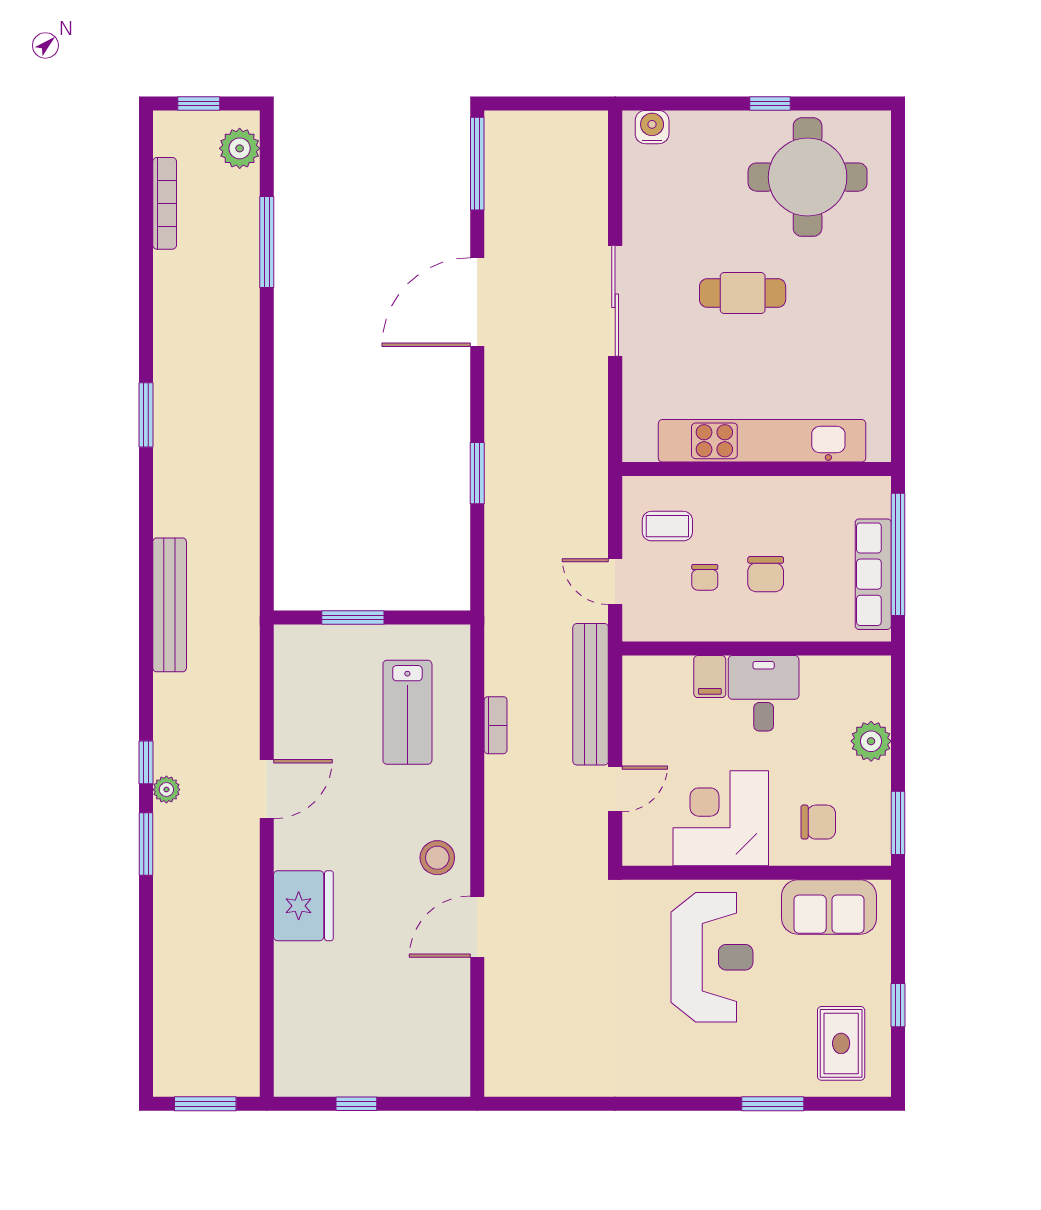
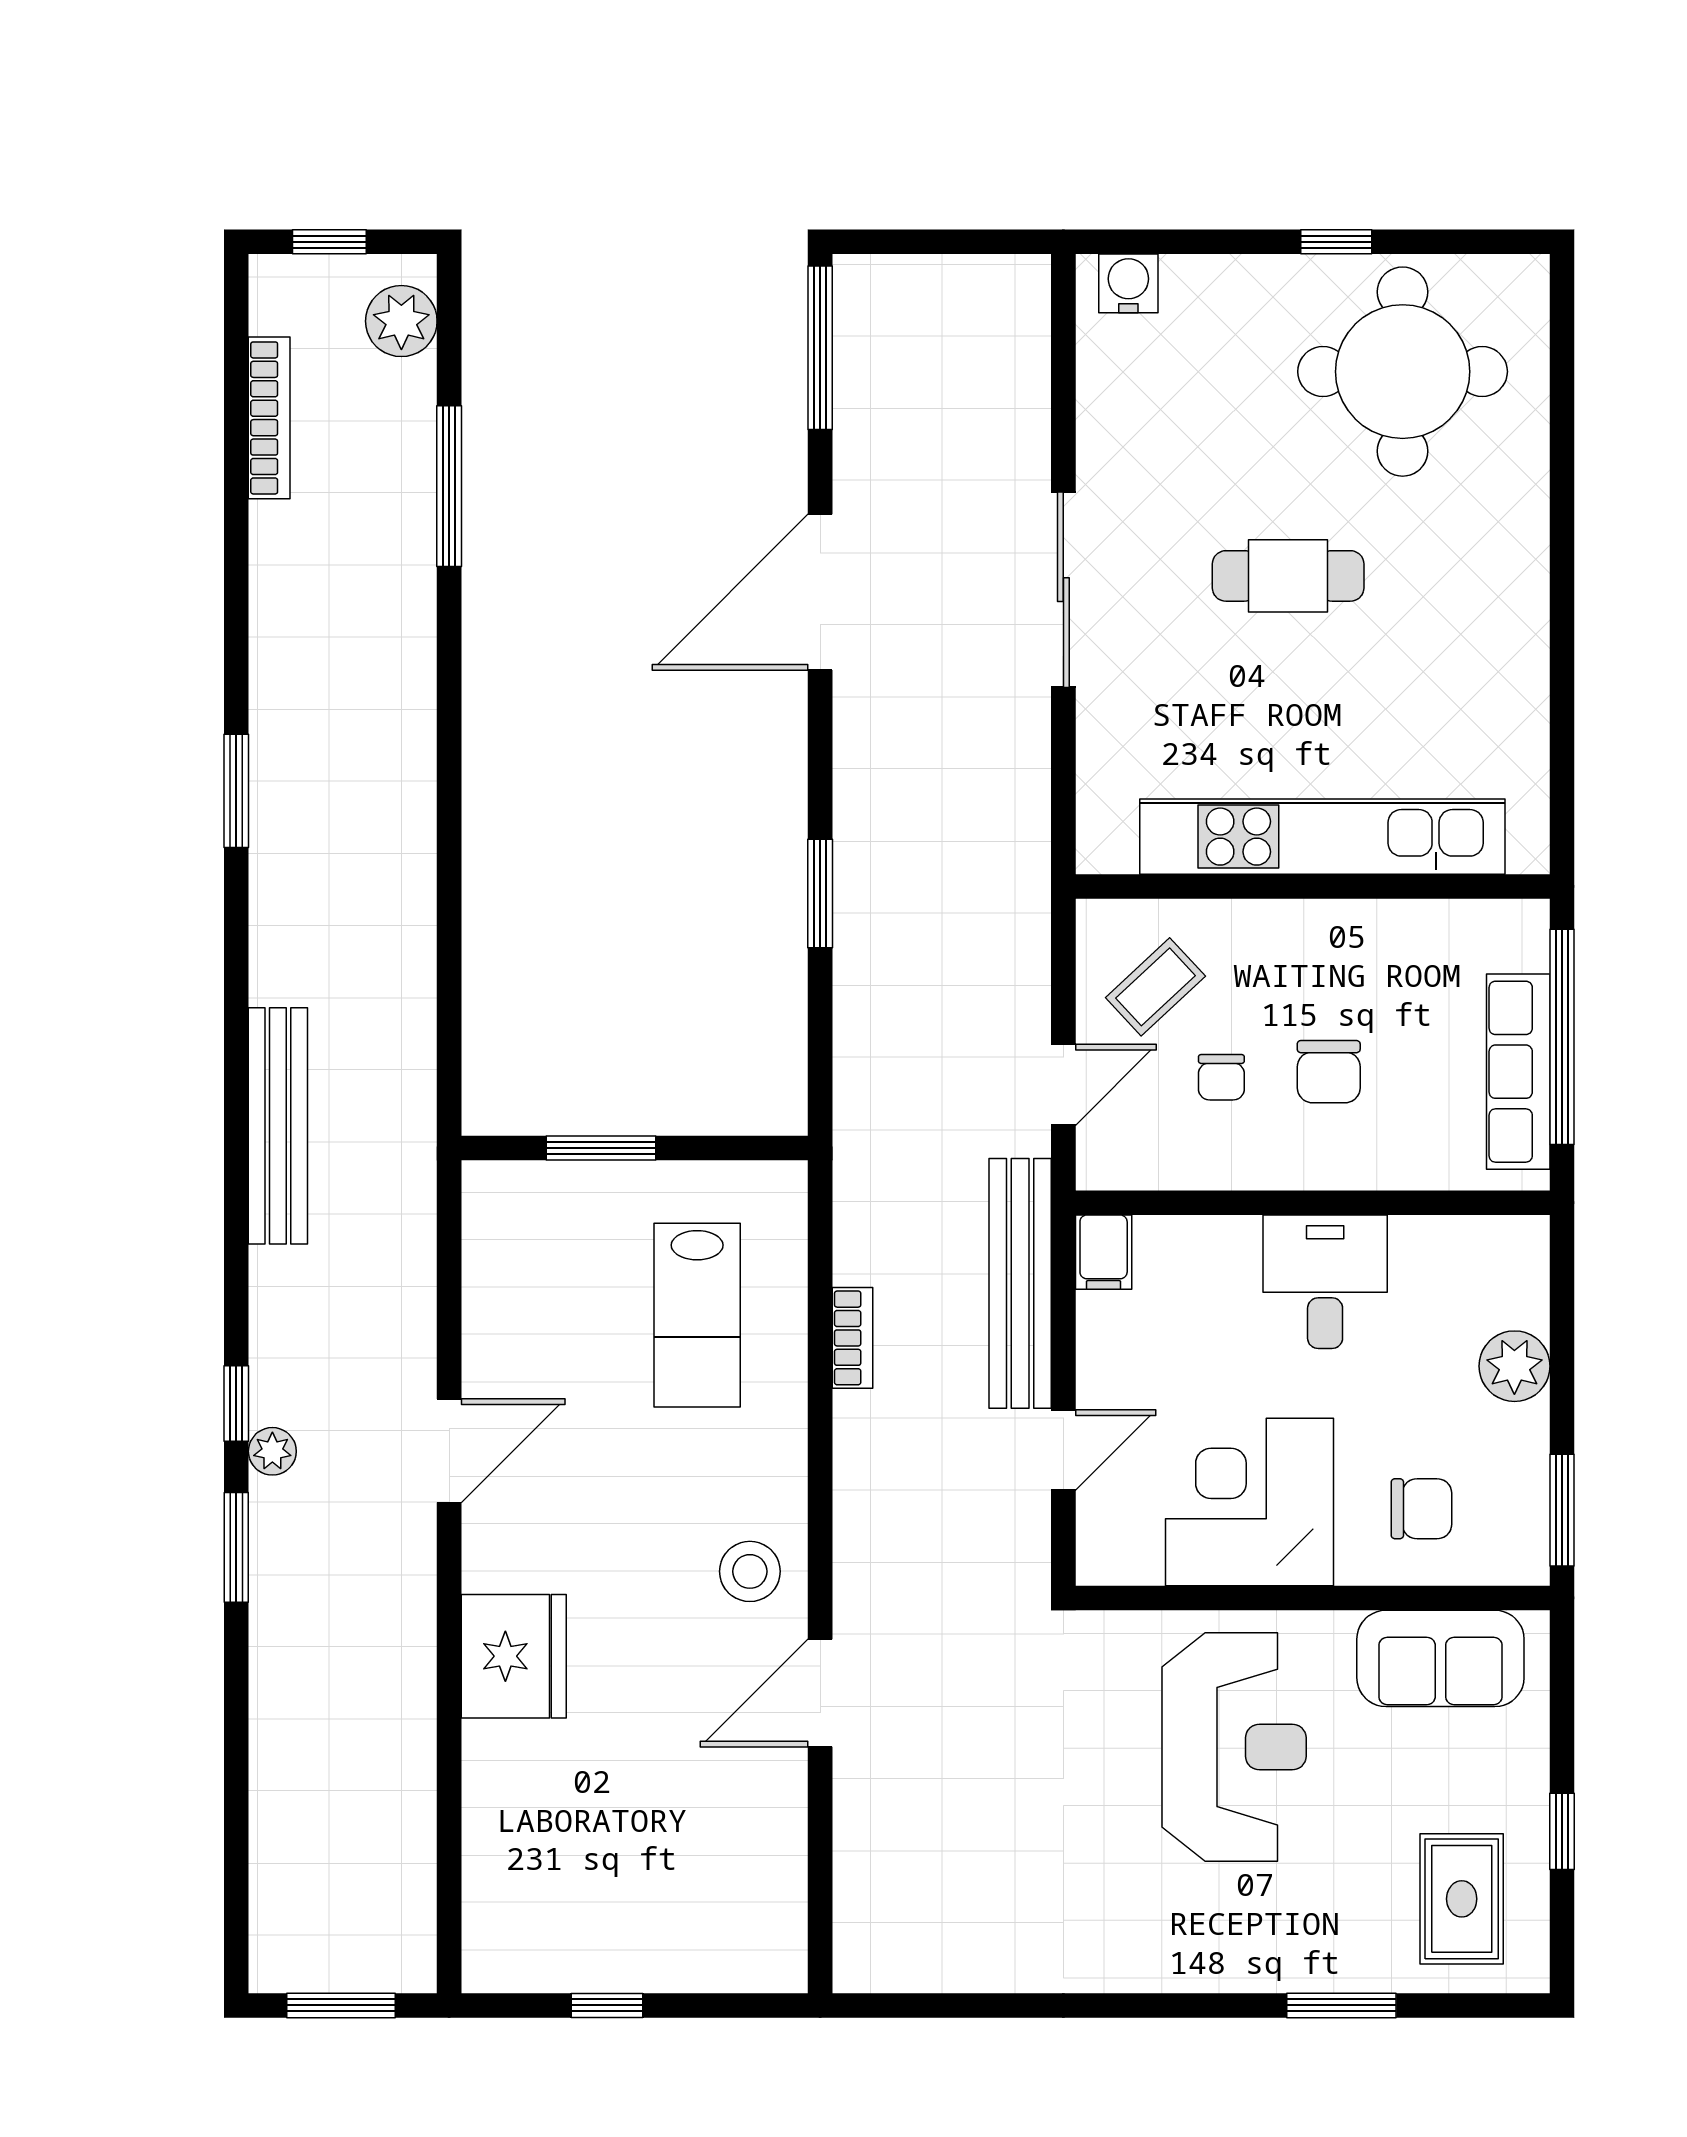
coffee table: (667, 526) -> (1155, 987), turned -43
door: (615, 582) -> (1063, 1085), swing flipped
filing cabinet: (710, 677) -> (1104, 1252), moved

